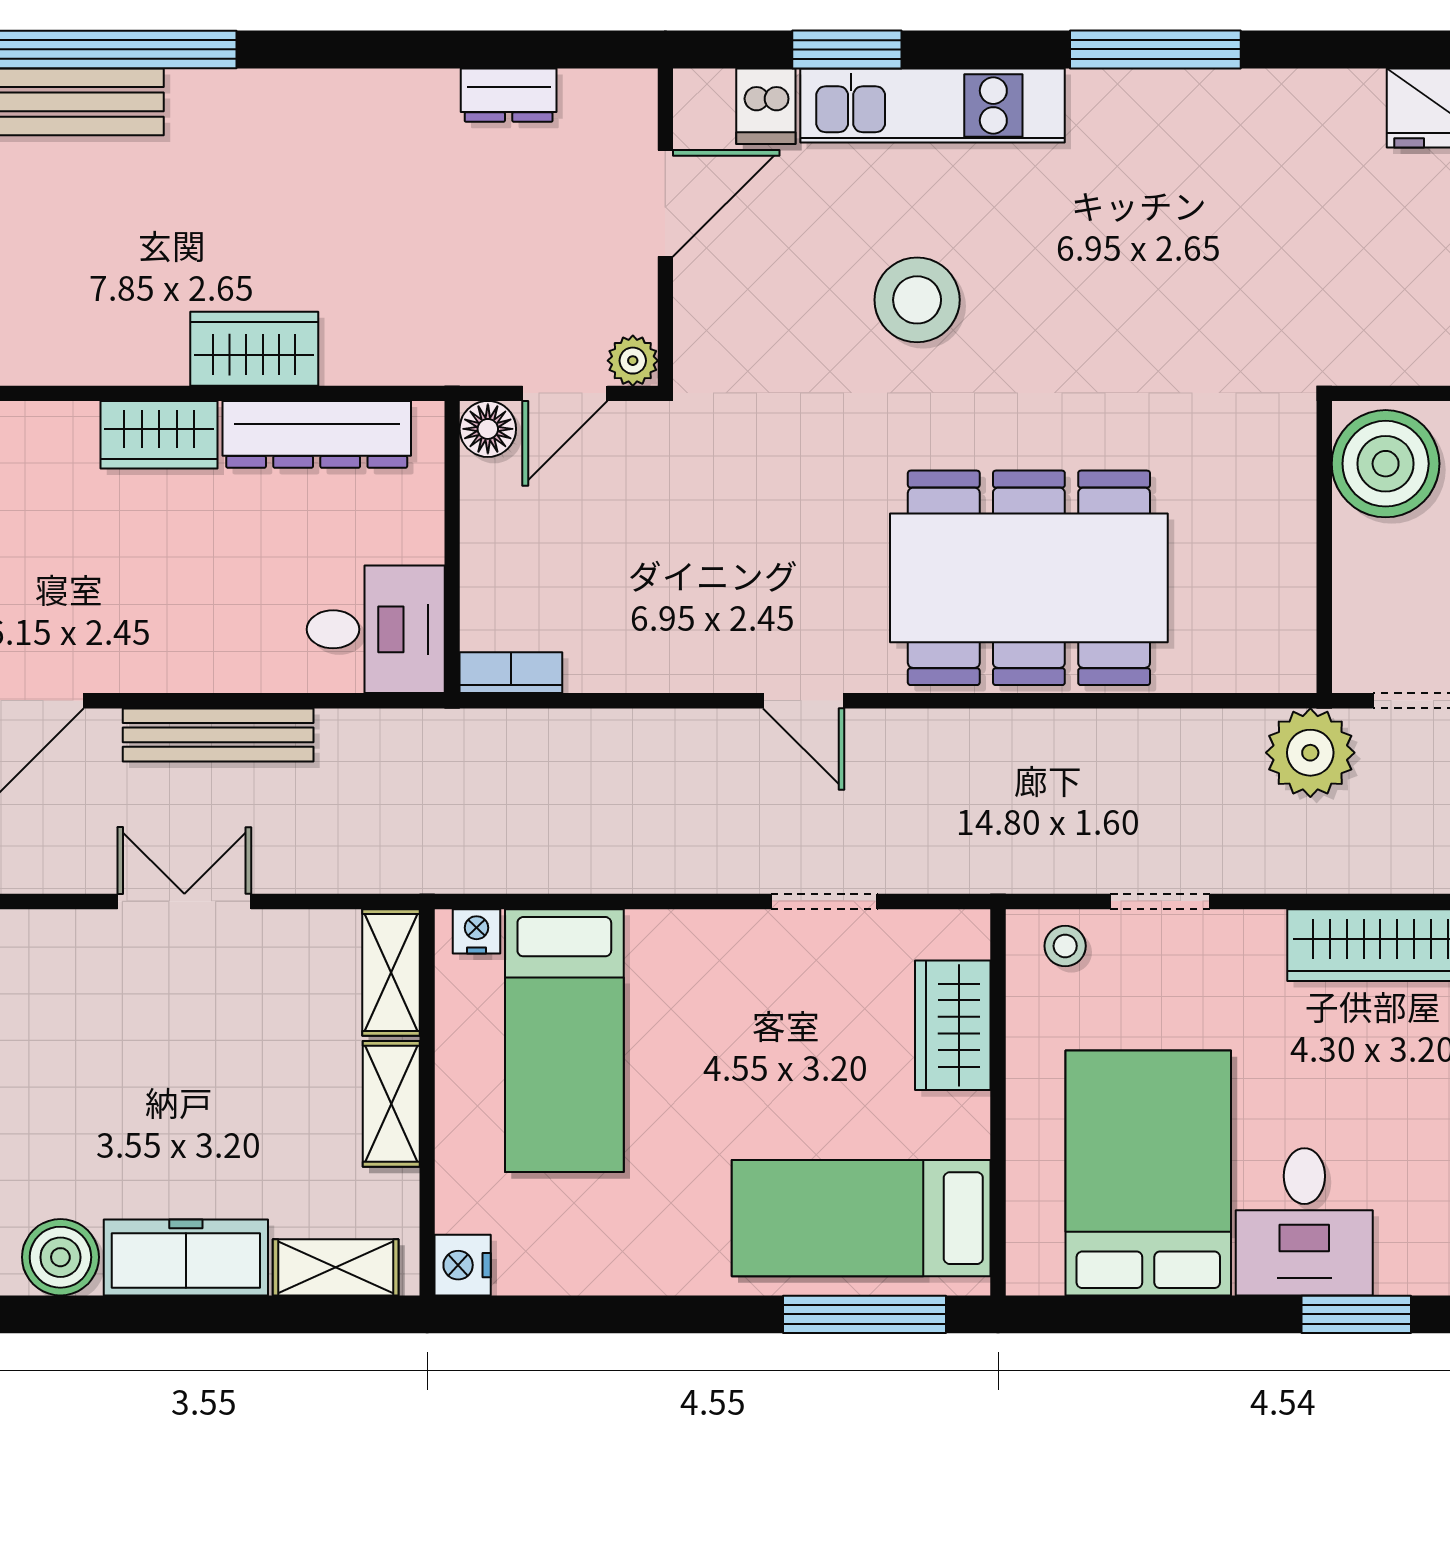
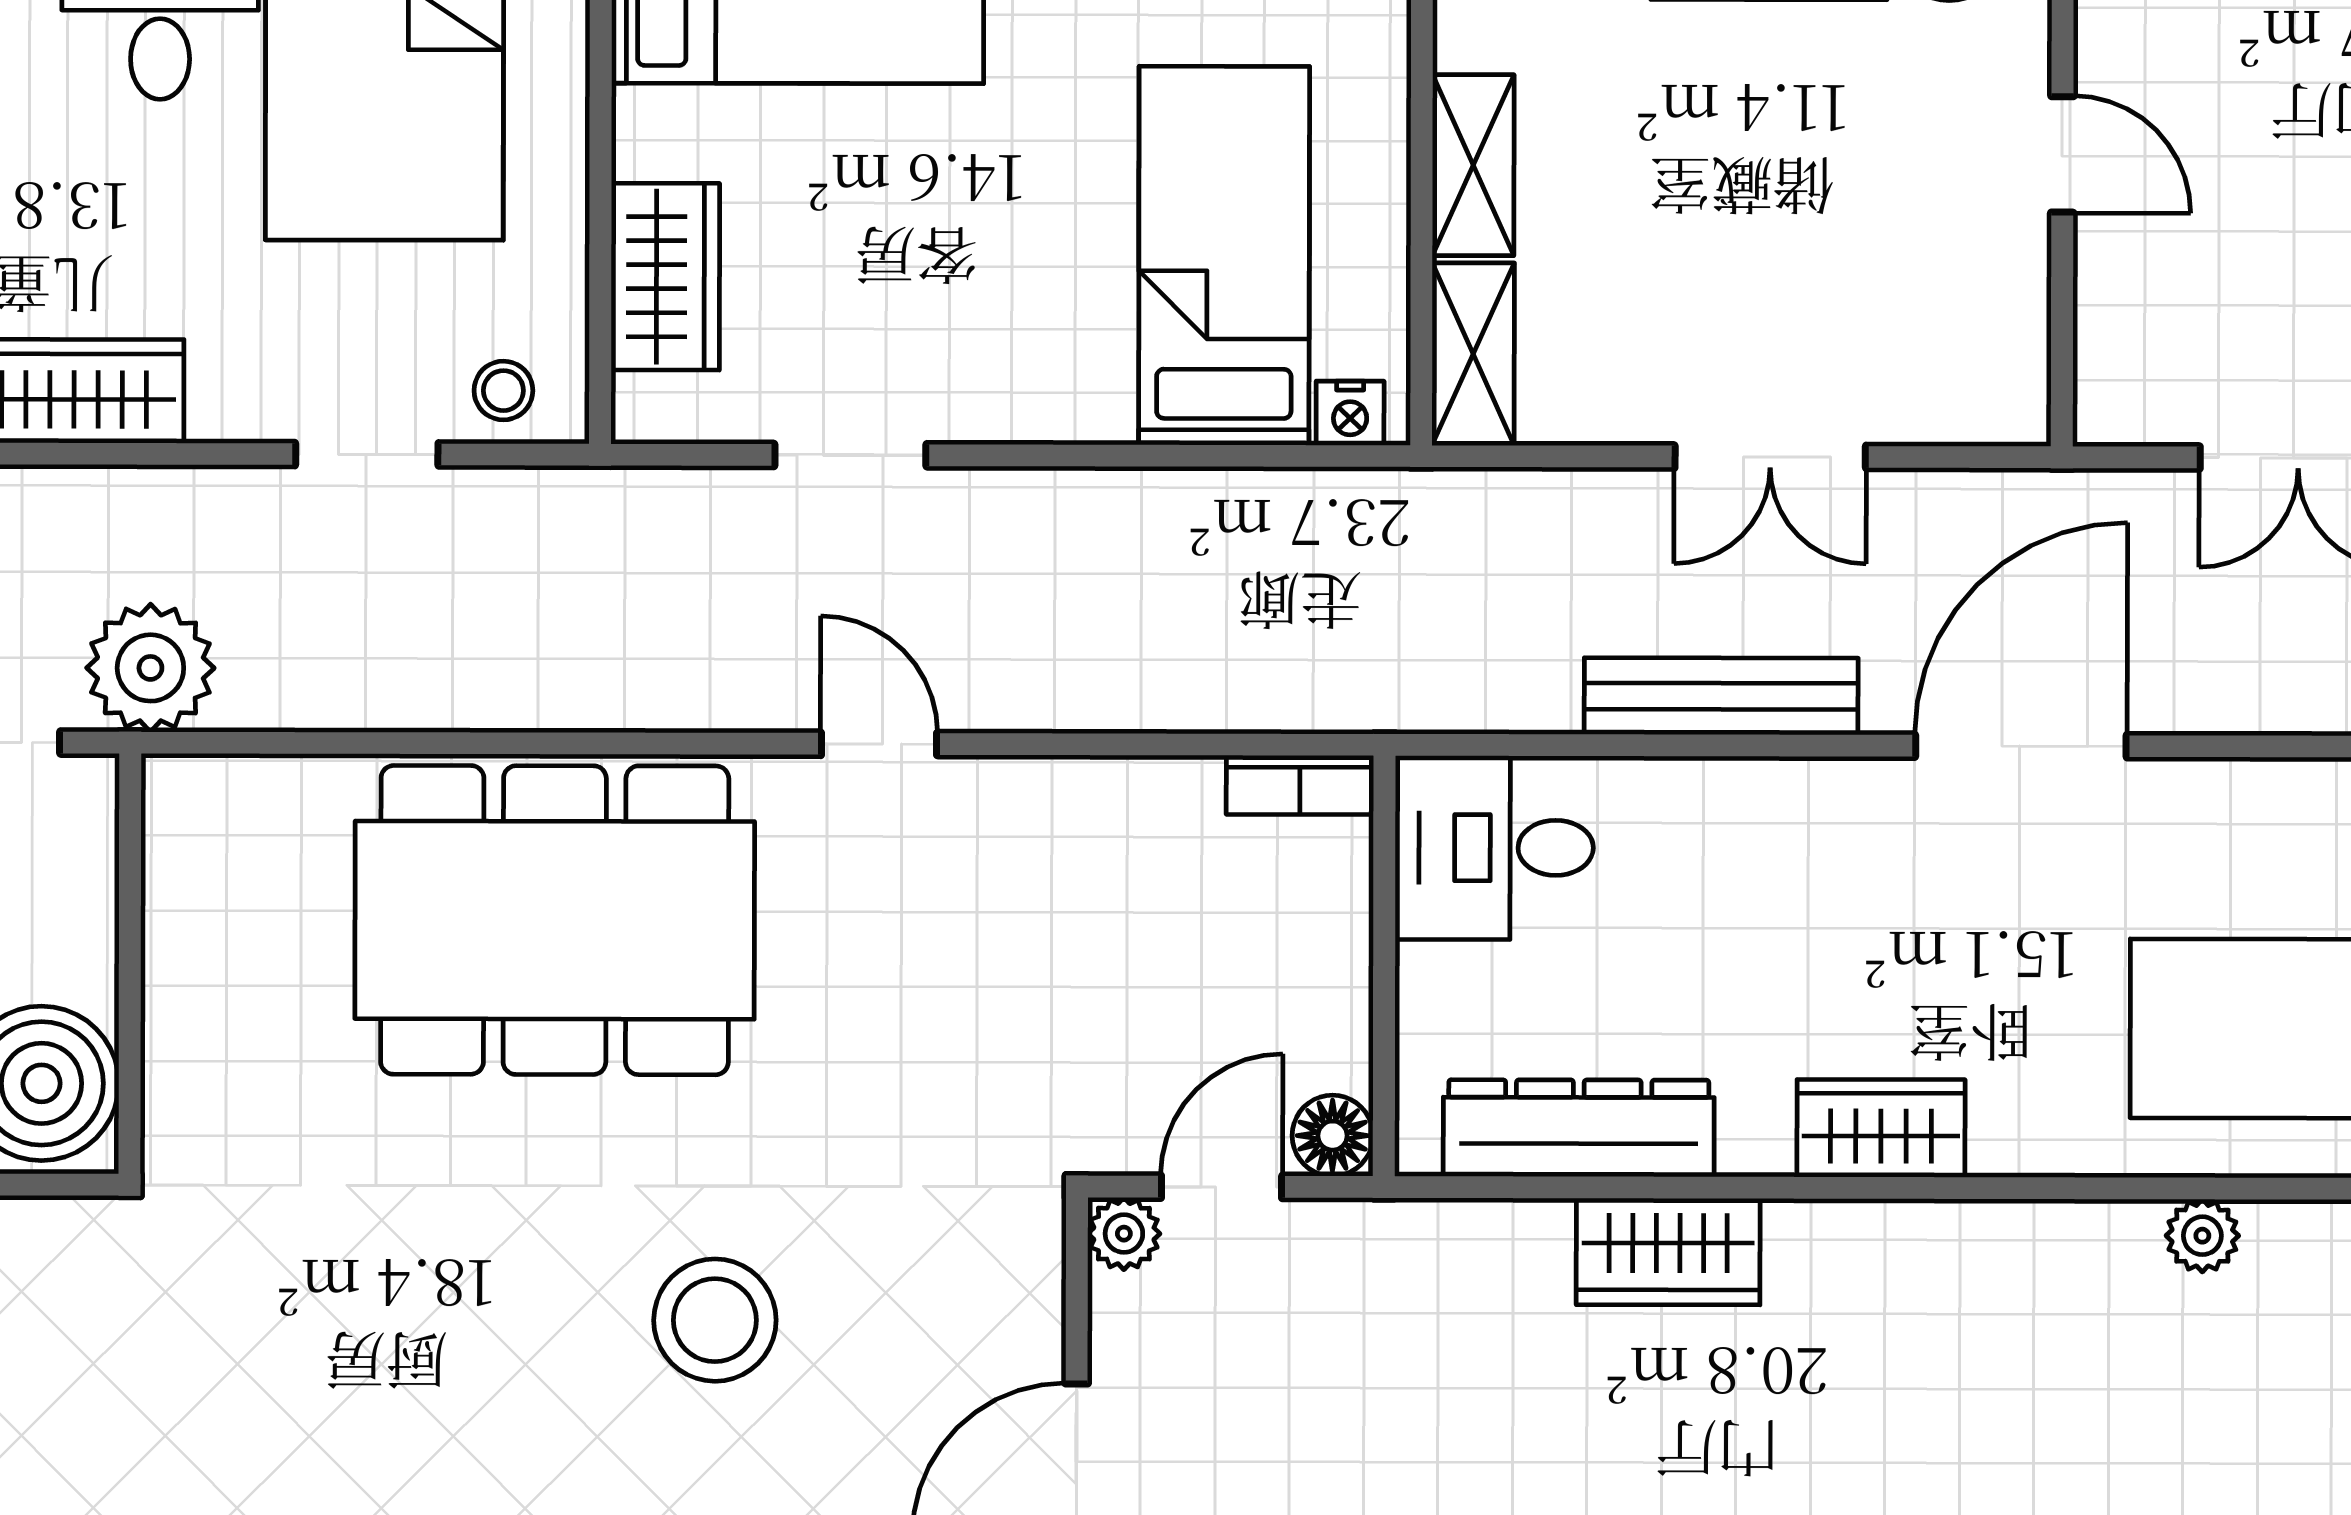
wardrobe: (159, 435) -> (1881, 1128), moved

